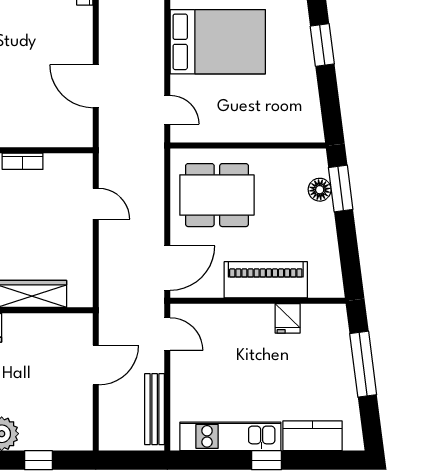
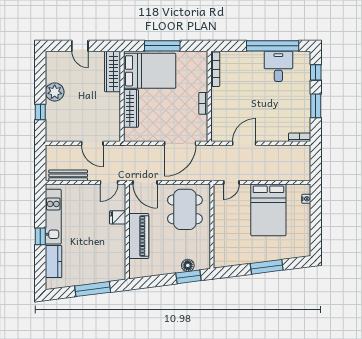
window: (322, 45) -> (267, 267), width x1.44
door: (96, 204) -> (180, 143), width x1.88
fridge: (288, 318) -> (118, 217), moved

